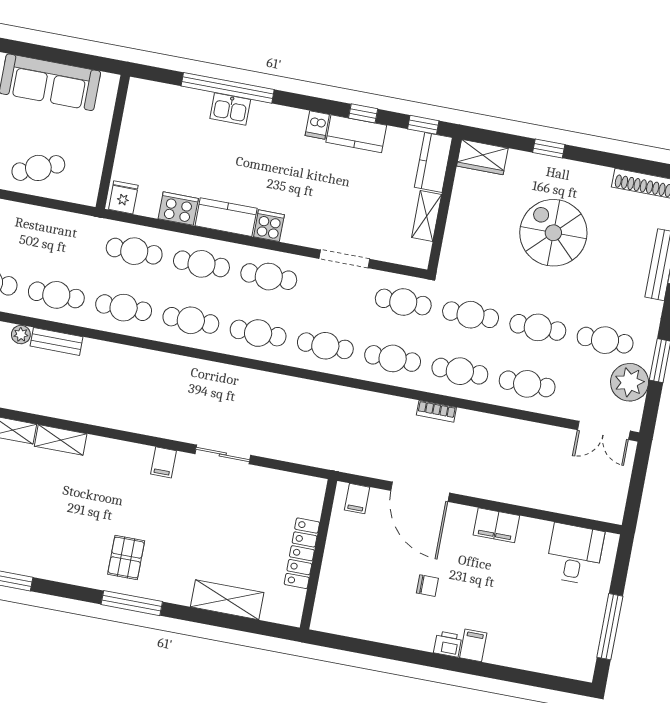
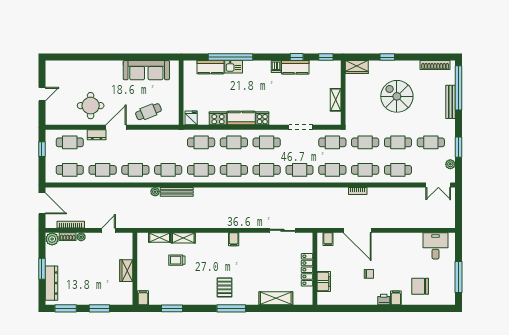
kitchen counter: (433, 162) -> (211, 67), moved, turned -90
bench: (56, 341) -> (177, 192), width x1.36
plant: (630, 382) -> (450, 164), width x0.53, depth x0.53
sliding door: (223, 454) -> (282, 230), moved
trolley: (39, 483) -> (177, 260), added
filing cabinet: (496, 525) -> (324, 282), moved, turned -90
chair: (527, 631) -> (420, 286), added

